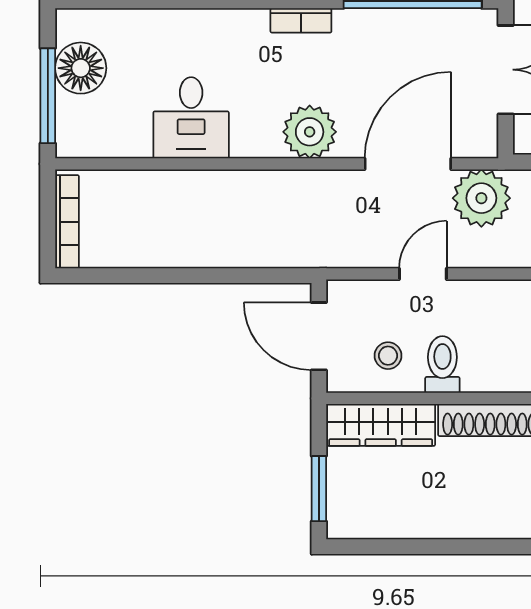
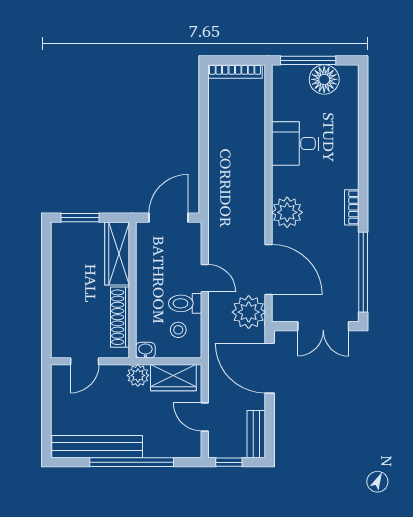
stool: (388, 356) -> (178, 330), moved
toilet: (442, 364) -> (185, 303), moved, turned 180

